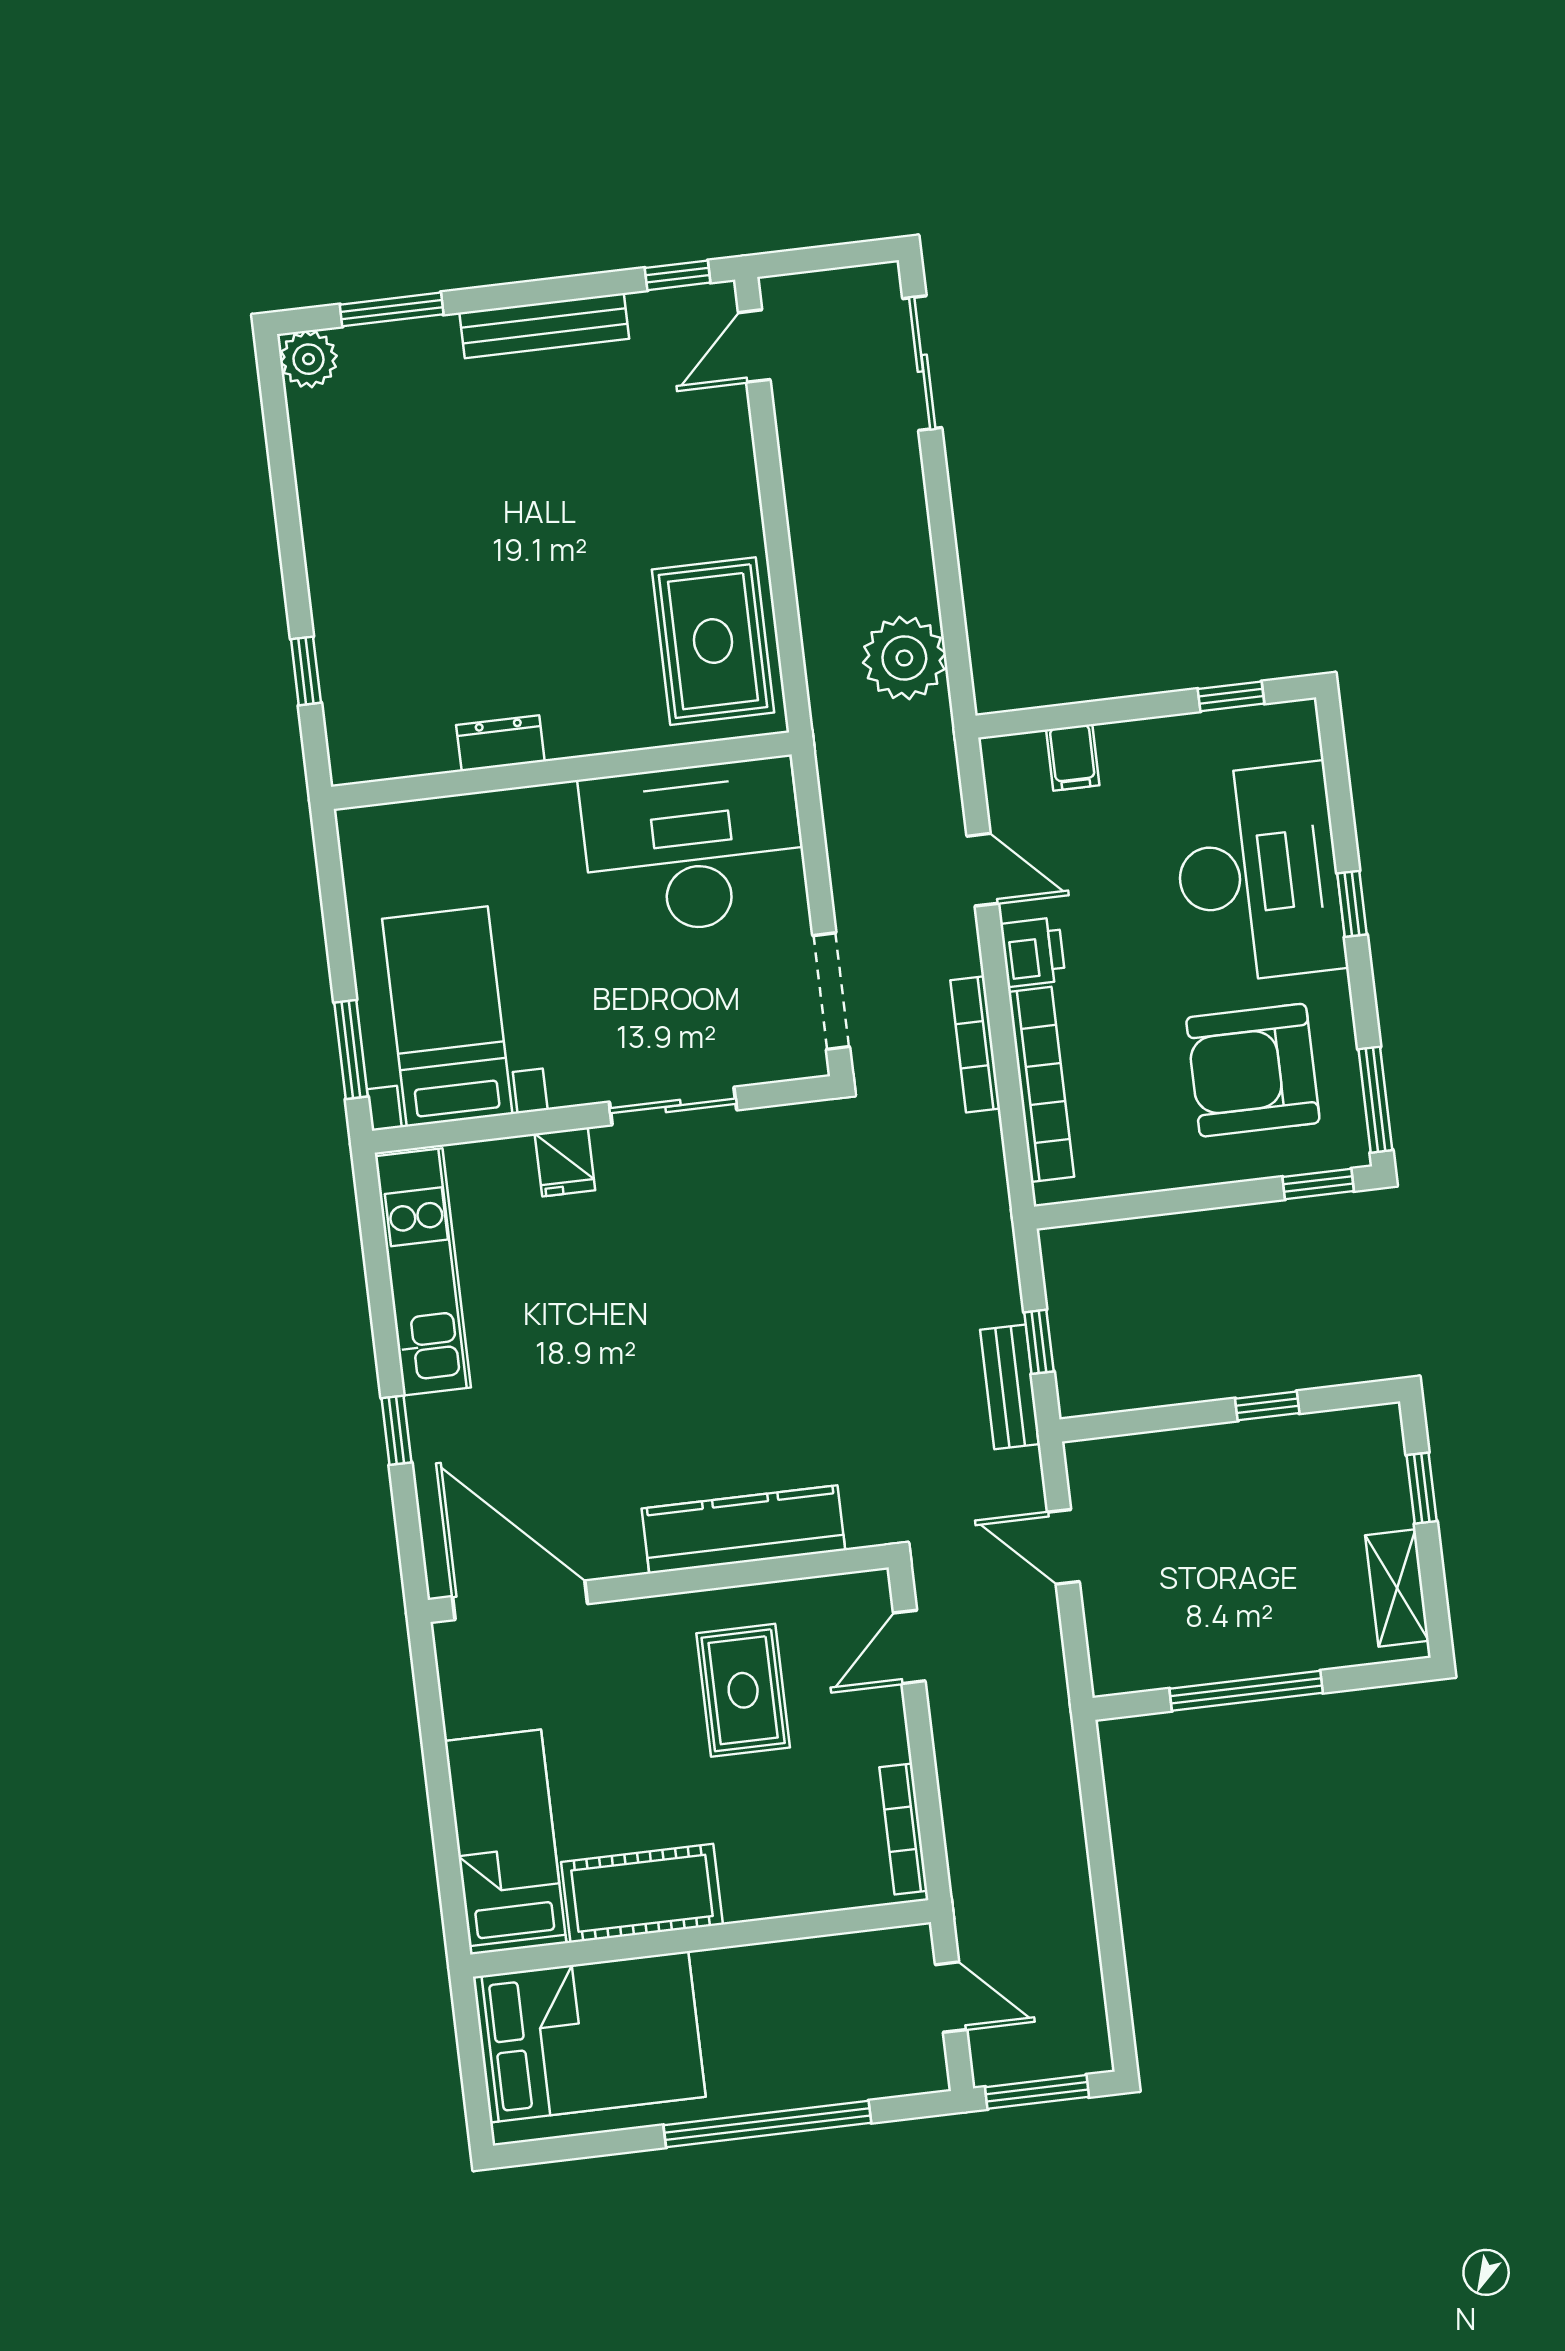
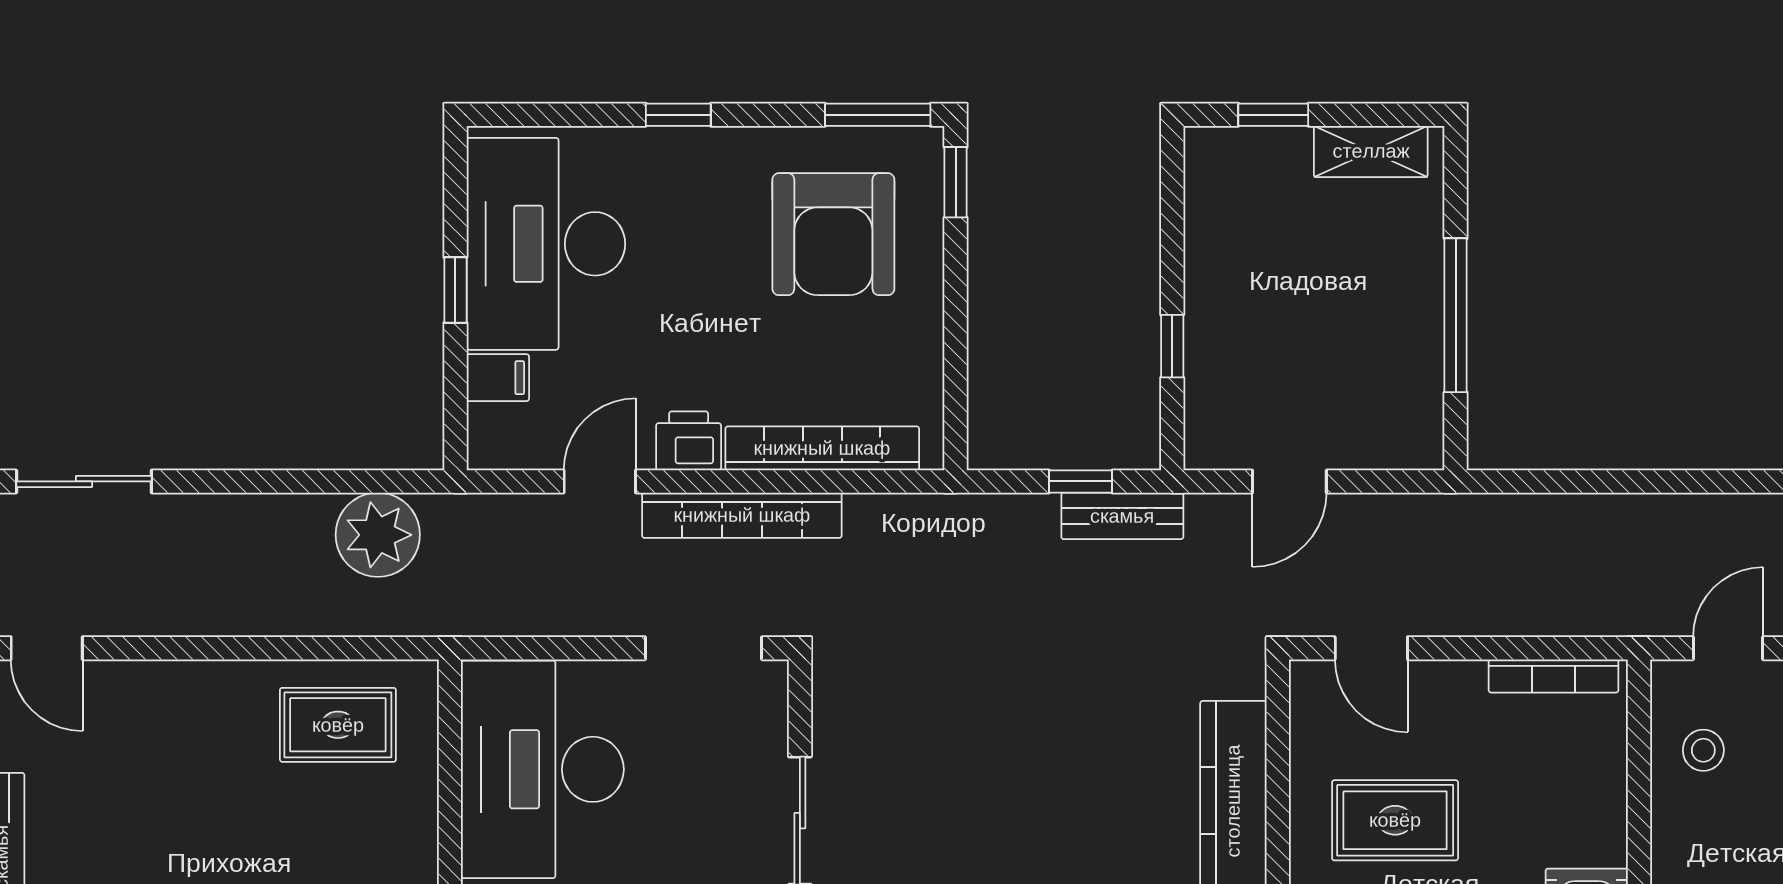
rug: (713, 641) -> (338, 725), width x0.73, depth x0.70
window: (1231, 696) -> (455, 290), moved
desk: (1258, 873) -> (546, 244), moved, turned -90
bookcase: (975, 1044) -> (742, 515), width x1.48, depth x1.31
window: (1267, 1406) -> (1172, 346), moved
stool: (848, 1985) -> (1703, 750), added

